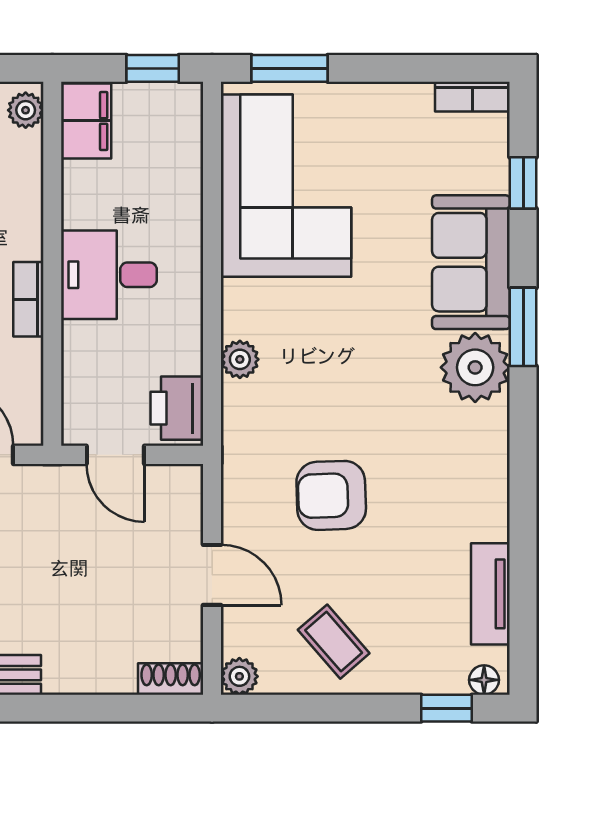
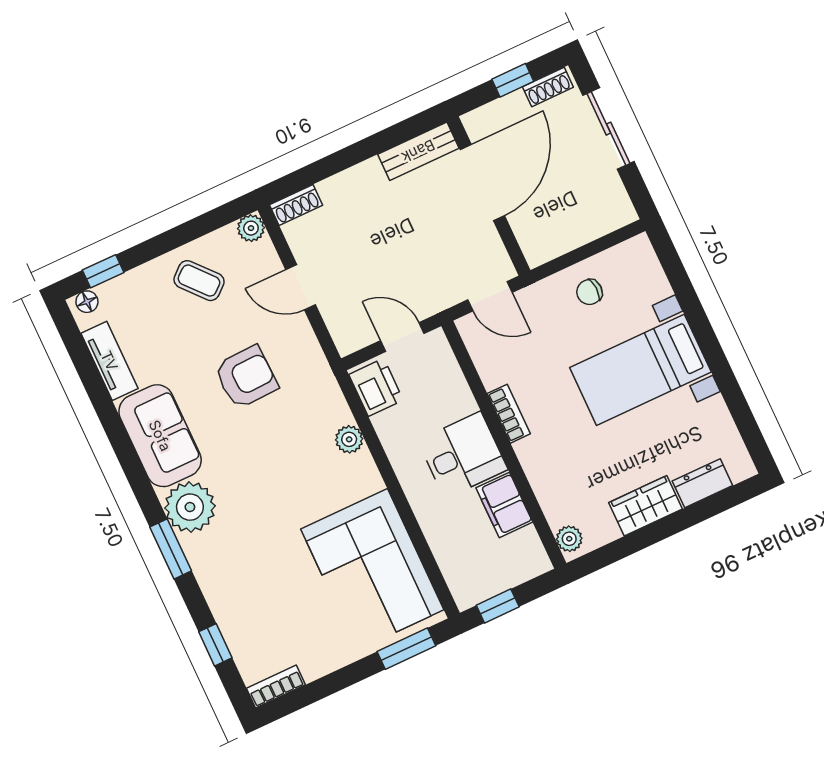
filing cabinet: (86, 121) -> (504, 505), moved
sofa: (471, 262) -> (160, 436), moved

